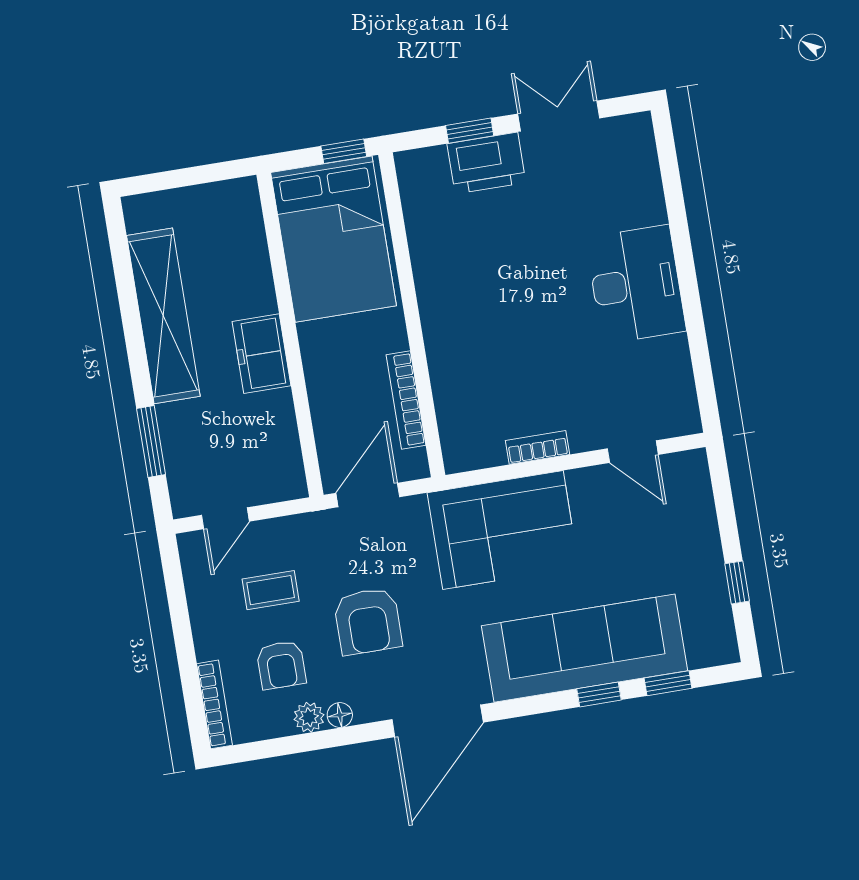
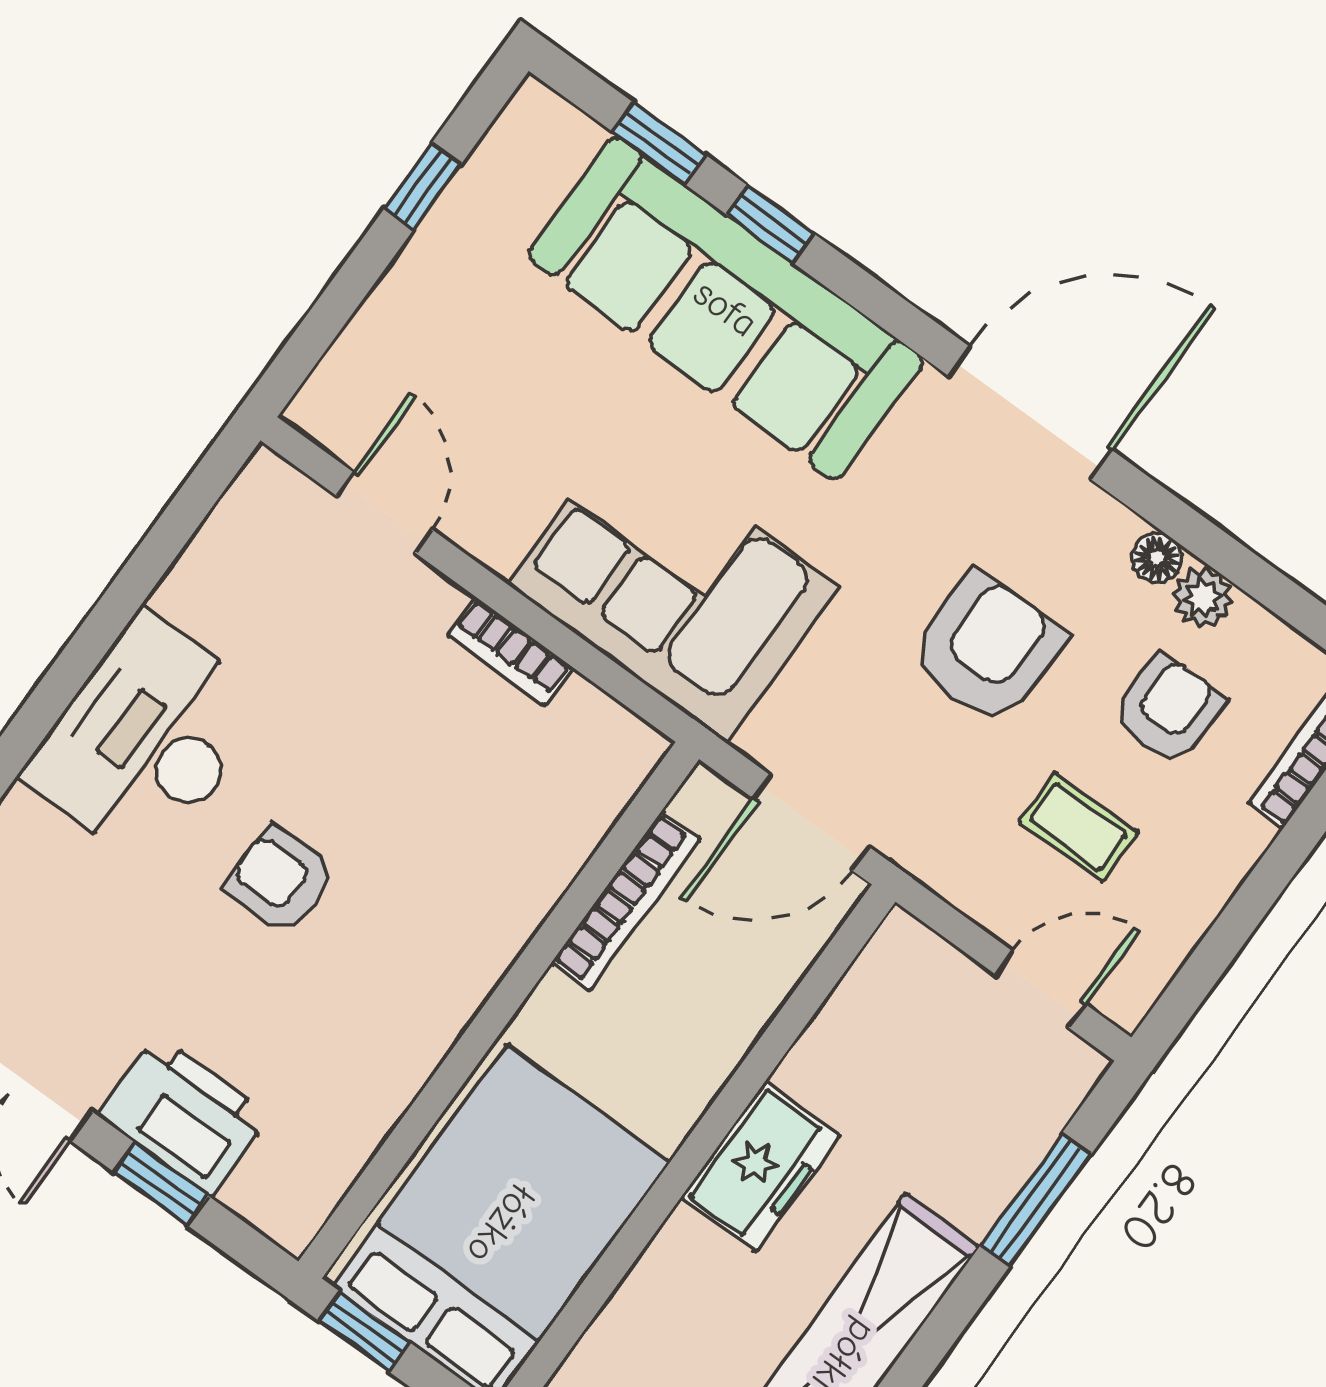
armchair: (537, 283) -> (281, 880), added

